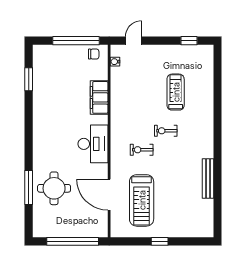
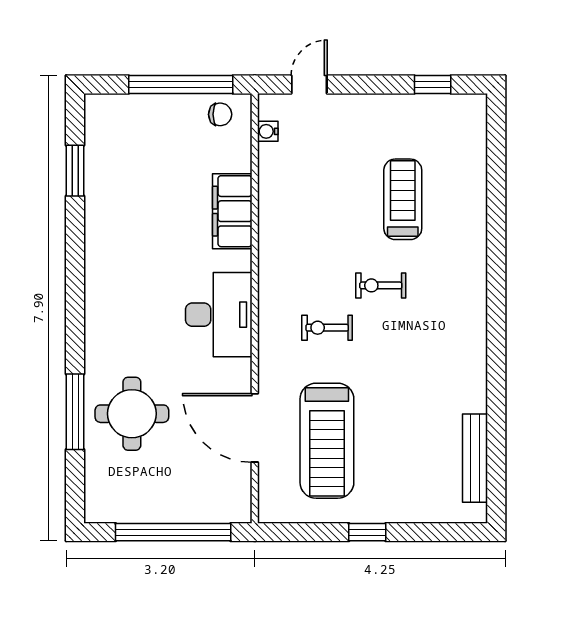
bench: (208, 179) -> (475, 458), moved

